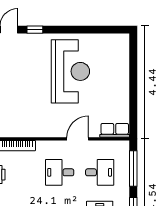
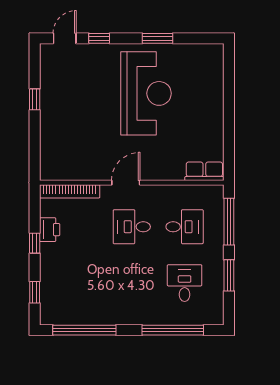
window: (79, 30) -> (158, 38), added
door: (78, 139) -> (126, 183), moved

